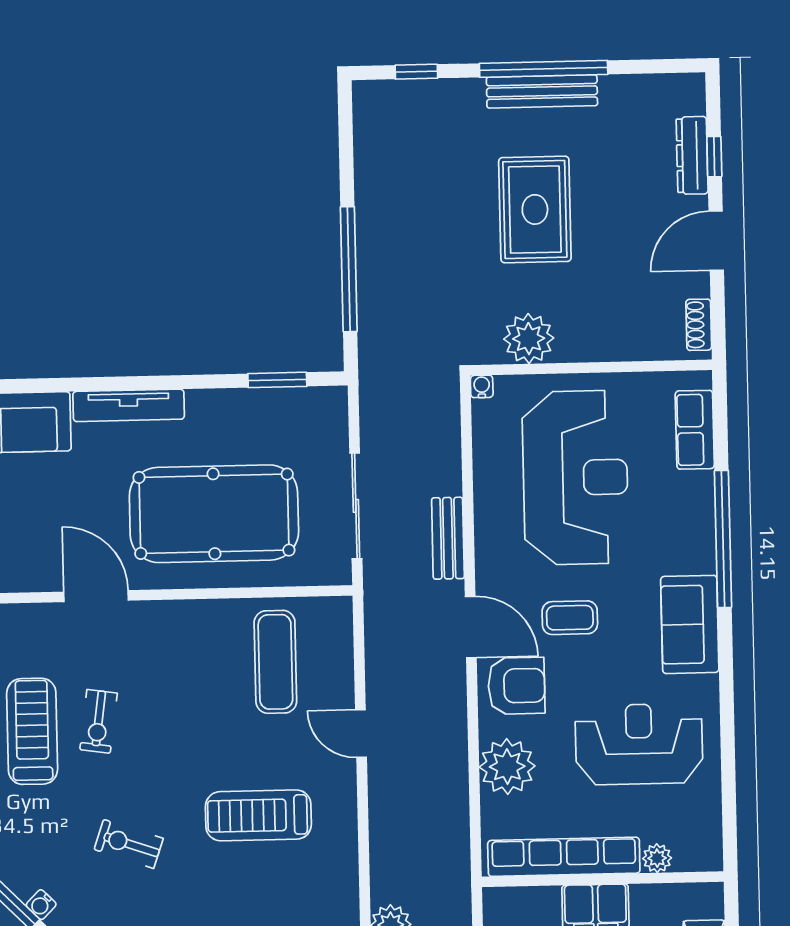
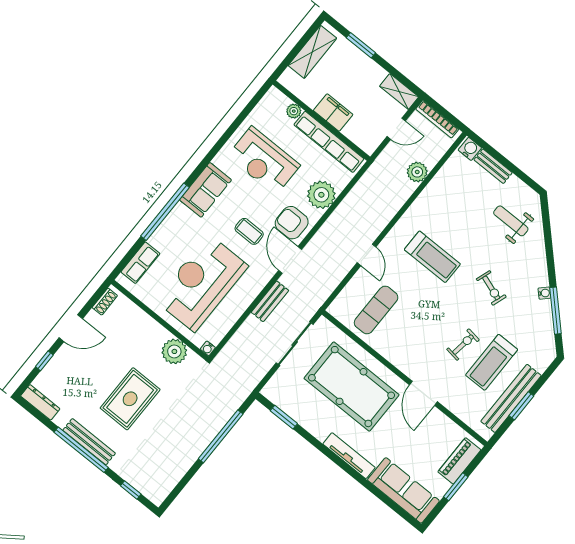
dresser: (692, 155) -> (40, 402), moved, turned -90

